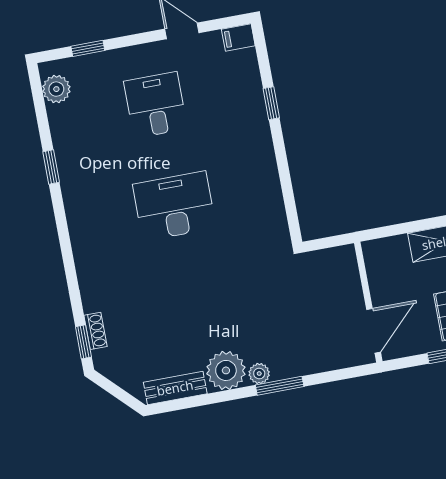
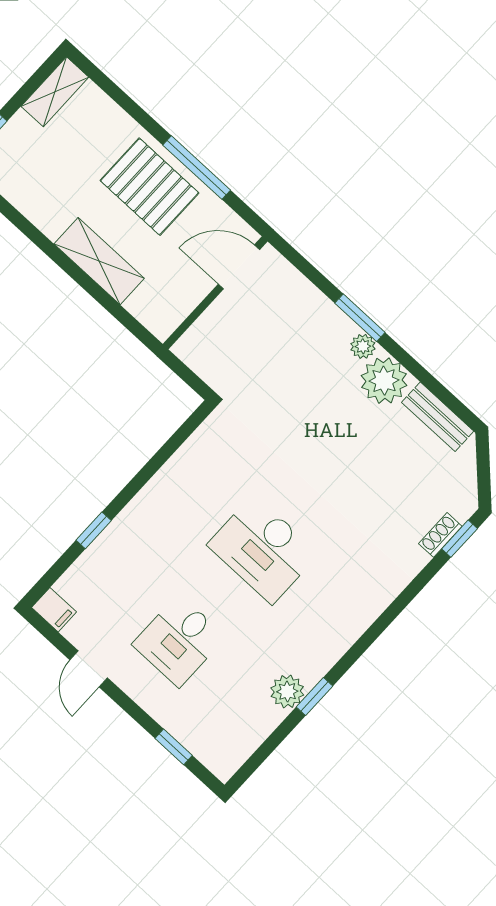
plant: (56, 89) -> (287, 691), moved

